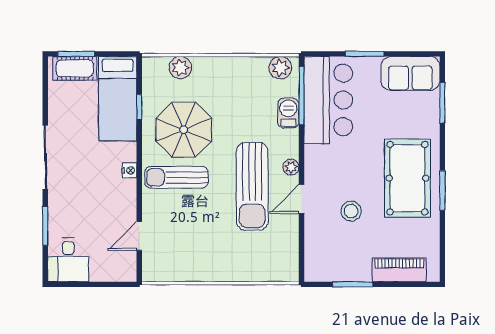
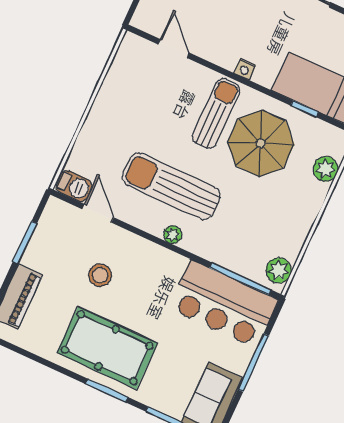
window: (365, 54) -> (253, 363), width x1.44
barbecue: (288, 113) -> (74, 186), moved
window: (442, 190) -> (107, 391), moved
door: (301, 199) -> (98, 213), moved

